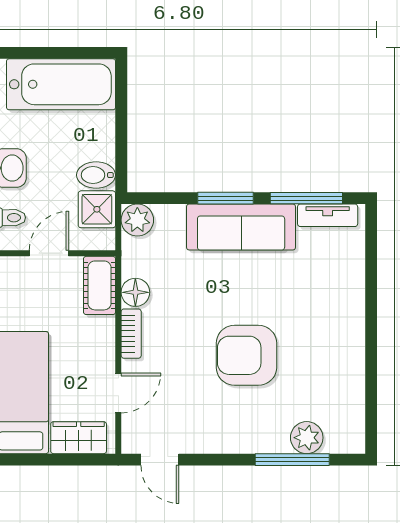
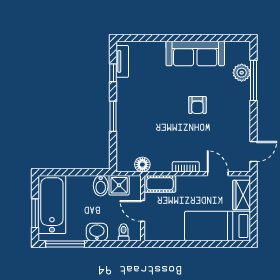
window: (45, 53) -> (35, 213), added
window: (306, 198) -> (113, 73), width x0.46
plant: (137, 220) -> (125, 164), removed
sofa: (241, 227) -> (195, 54), moved, turned 90
floor lamp: (135, 292) -> (142, 165), moved
armchair: (246, 355) -> (197, 105), width x0.53, depth x0.53

